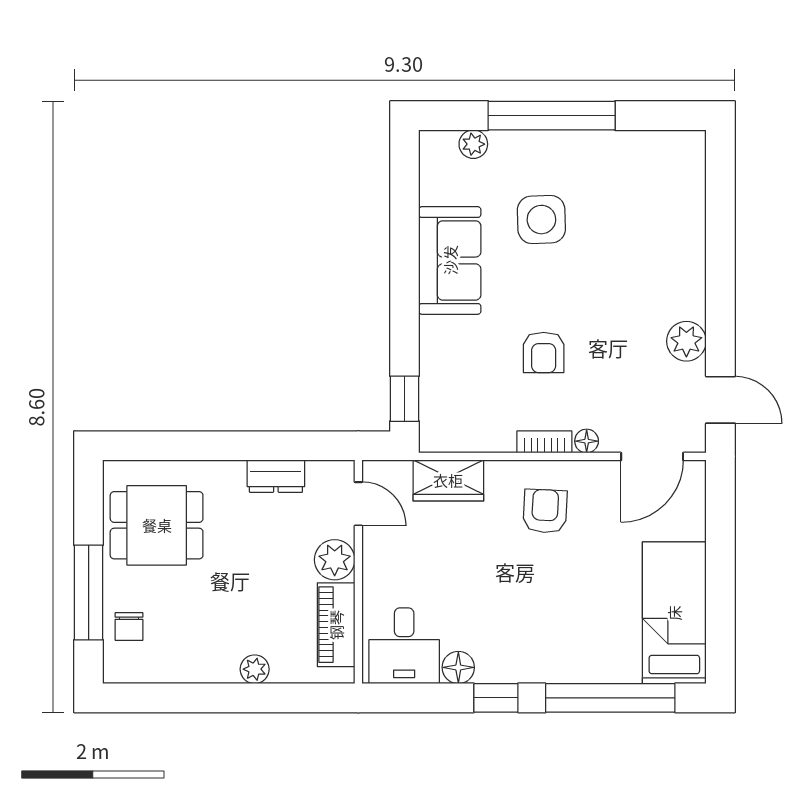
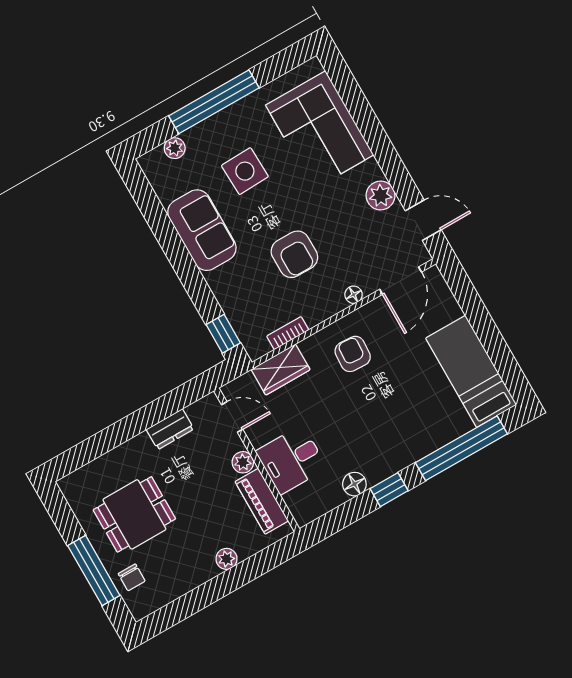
corner sofa: (659, 221) -> (320, 130), added
armchair: (544, 352) -> (294, 254), width x1.38, depth x1.38
bookcase: (544, 442) -> (288, 333), moved
dining table: (157, 525) -> (134, 514), moved
plant: (335, 560) -> (243, 462), width x0.73, depth x0.73
desk: (404, 646) -> (291, 460), moved, turned 90

